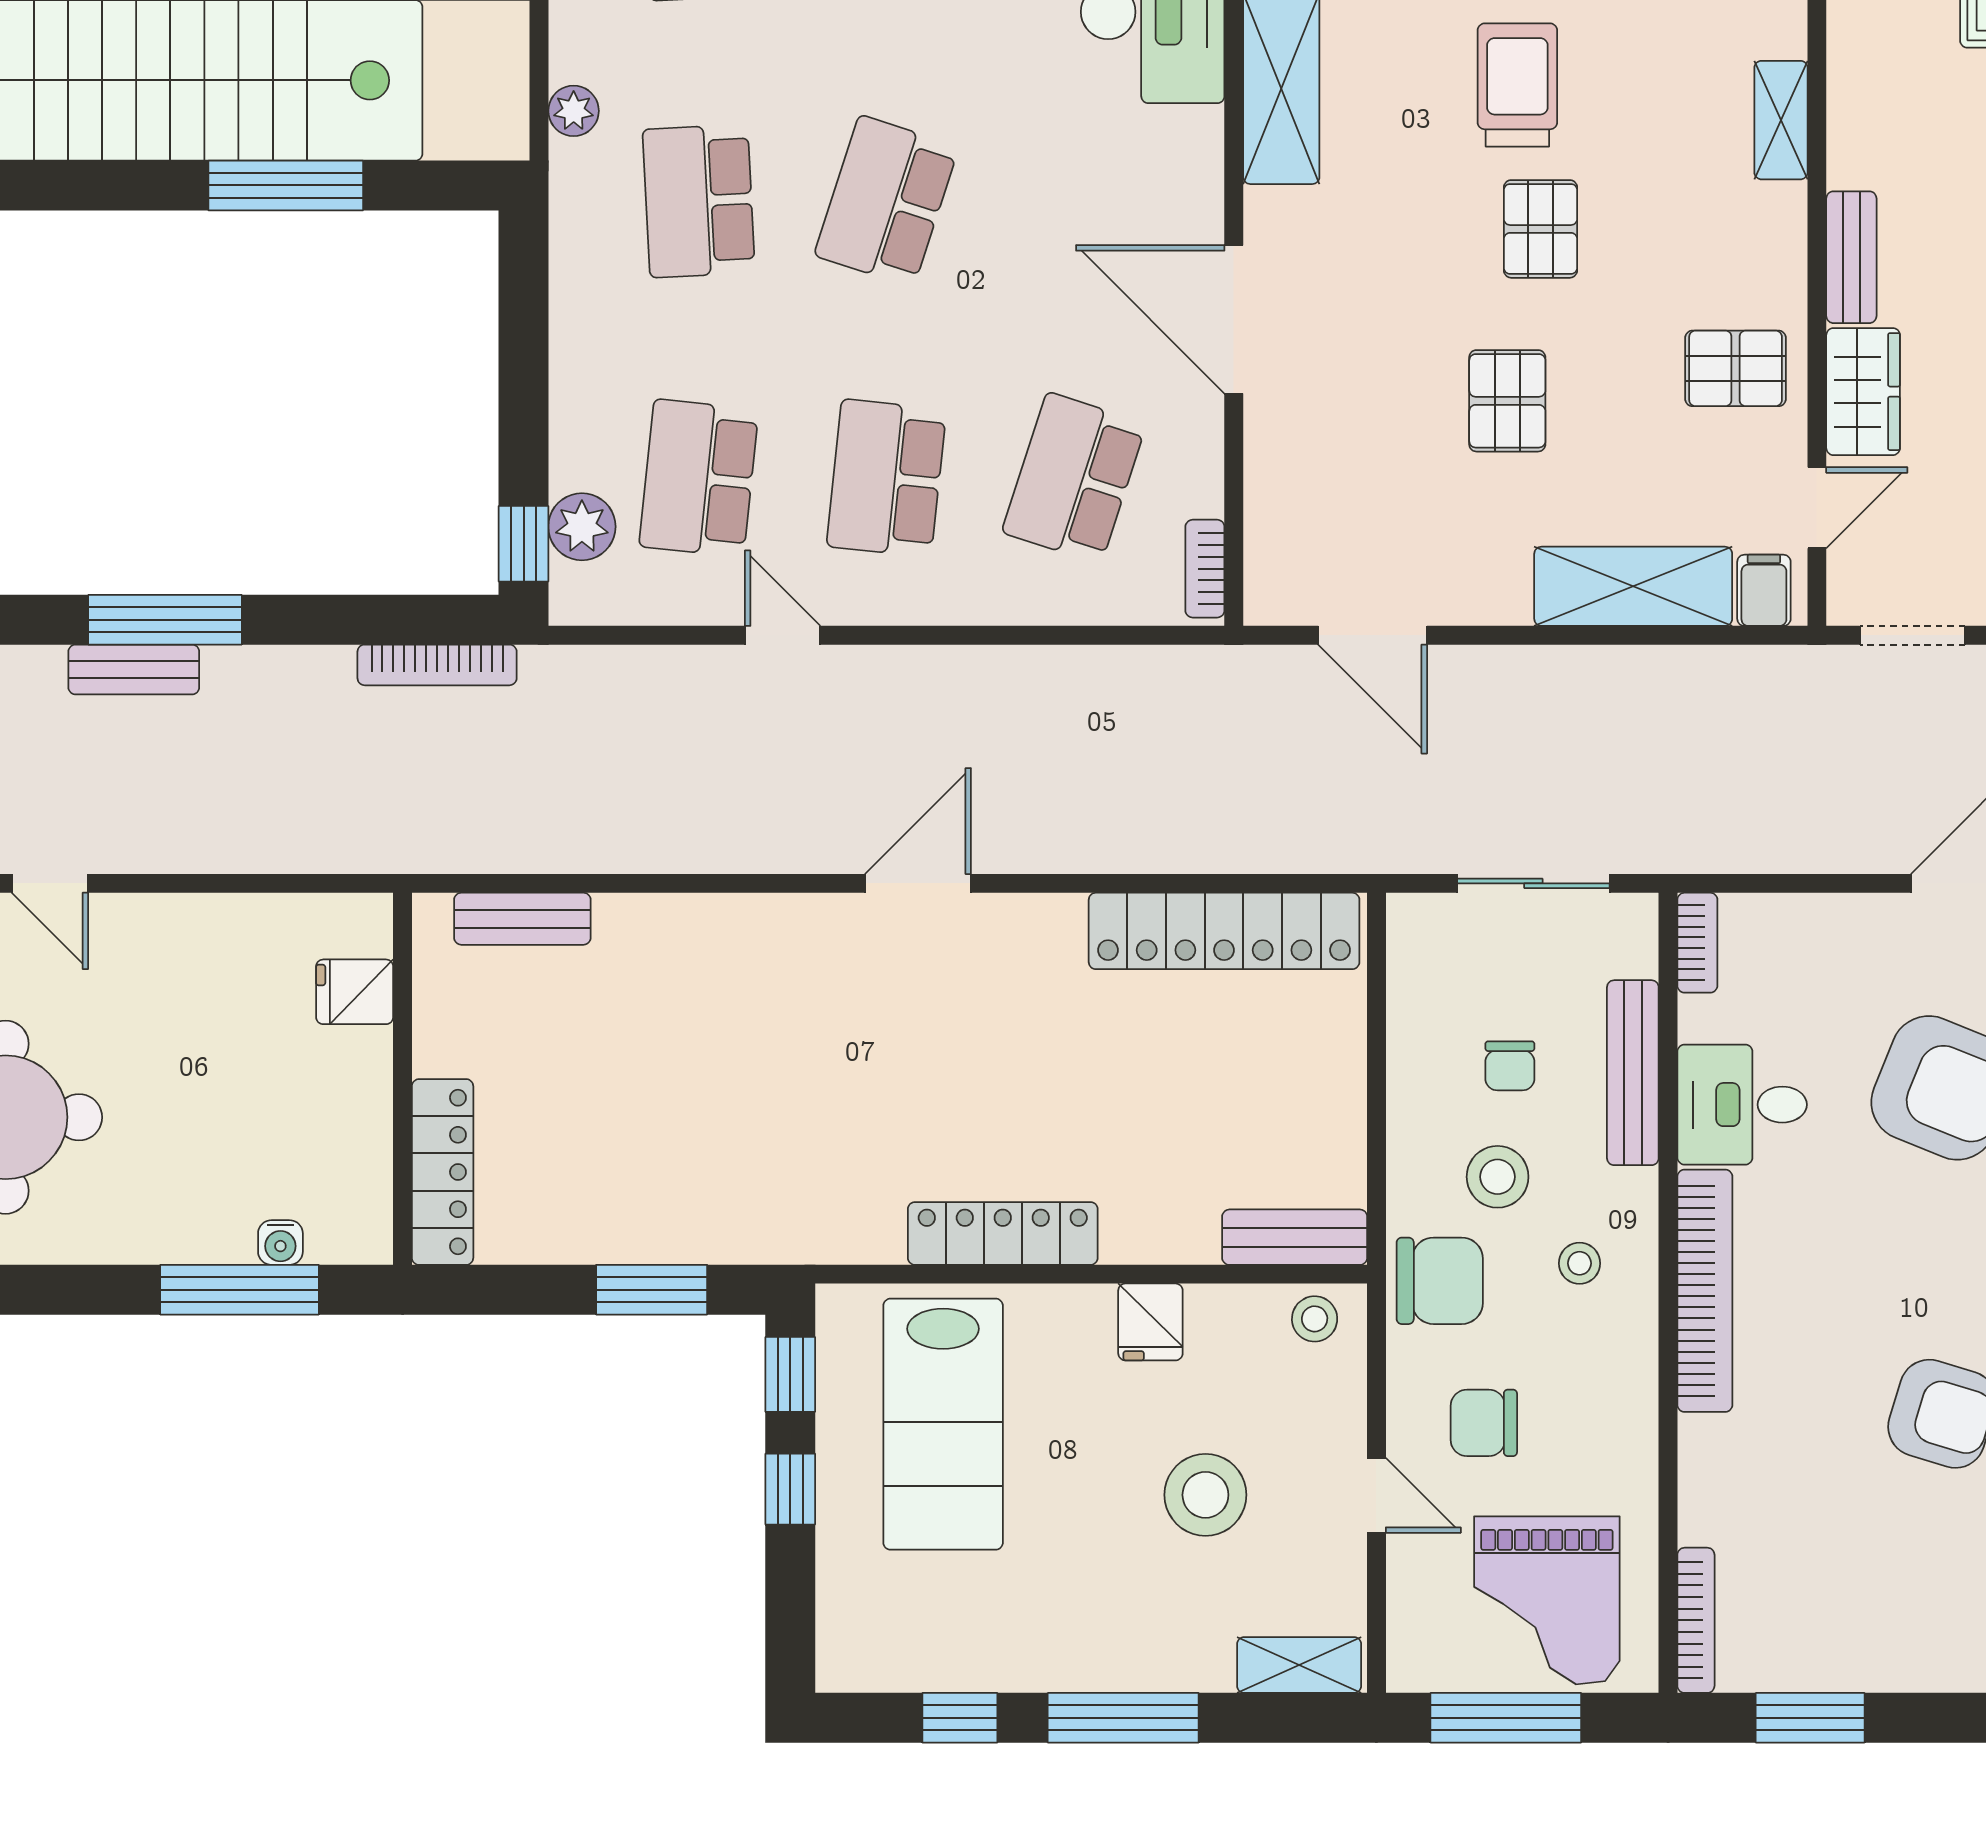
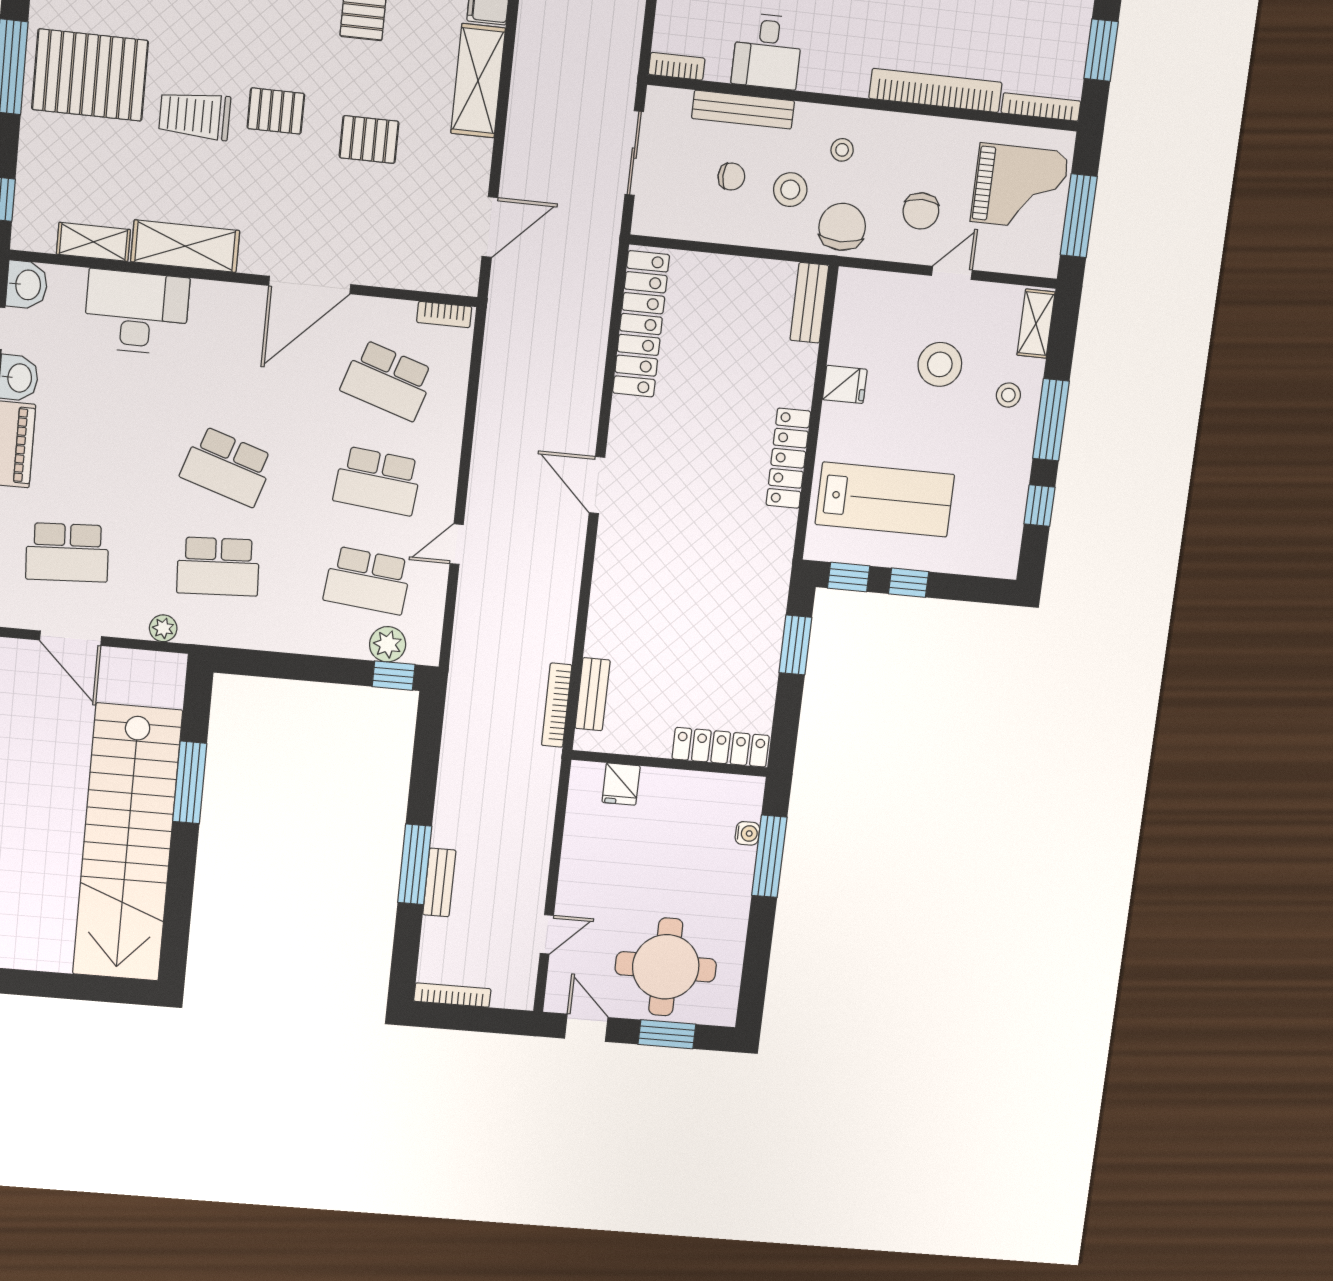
bookcase: (437, 665) -> (557, 705), moved, turned 180
bookcase: (1705, 1291) -> (935, 90), moved
stool: (1315, 1319) -> (1008, 395), moved

